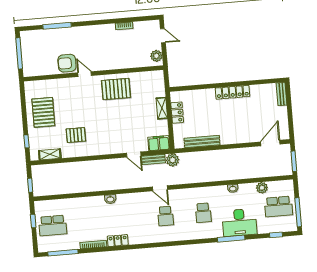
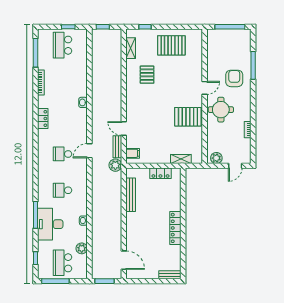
round table: (106, 55) -> (221, 110), added
armchair: (67, 63) -> (234, 78), moved
pallet: (116, 89) -> (188, 117), turned 90
shelving: (162, 108) -> (181, 159), moved
filing cabinet: (159, 143) -> (133, 153), width x0.50
door: (134, 154) -> (124, 128), hinge flipped
locker: (118, 241) -> (43, 119), moved

